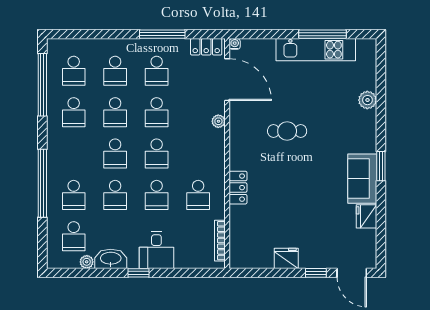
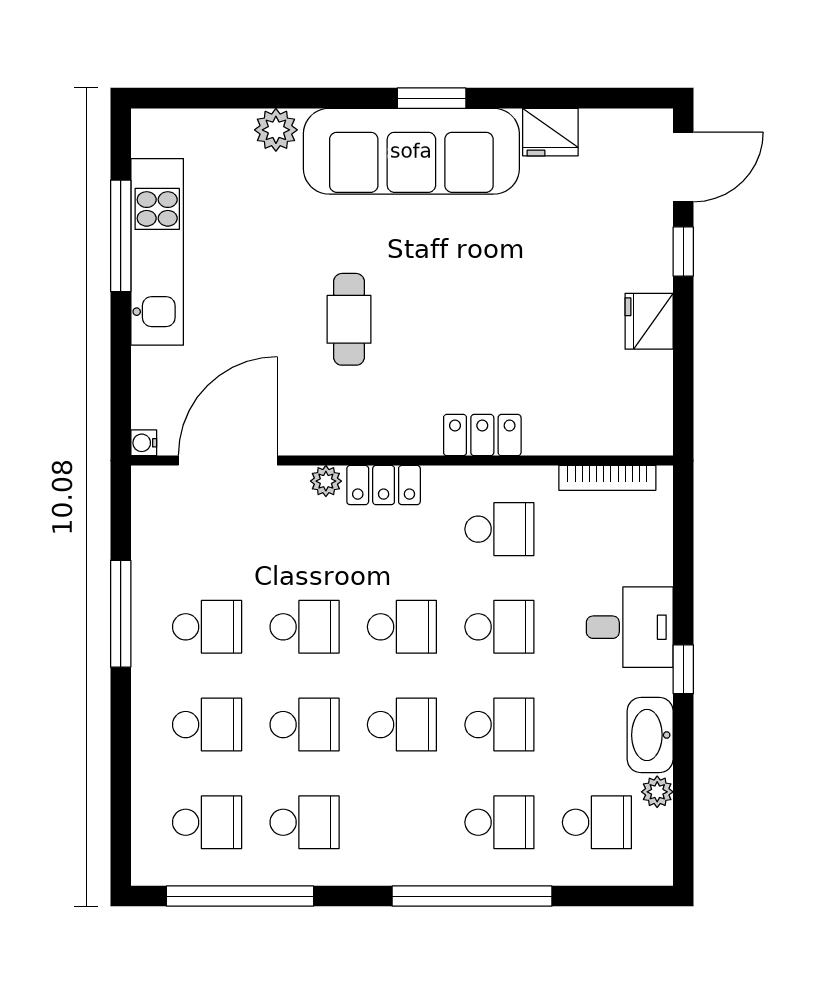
locker: (206, 47) -> (384, 485), moved, turned 90
sofa: (362, 179) -> (411, 151), width x1.85, depth x1.27

